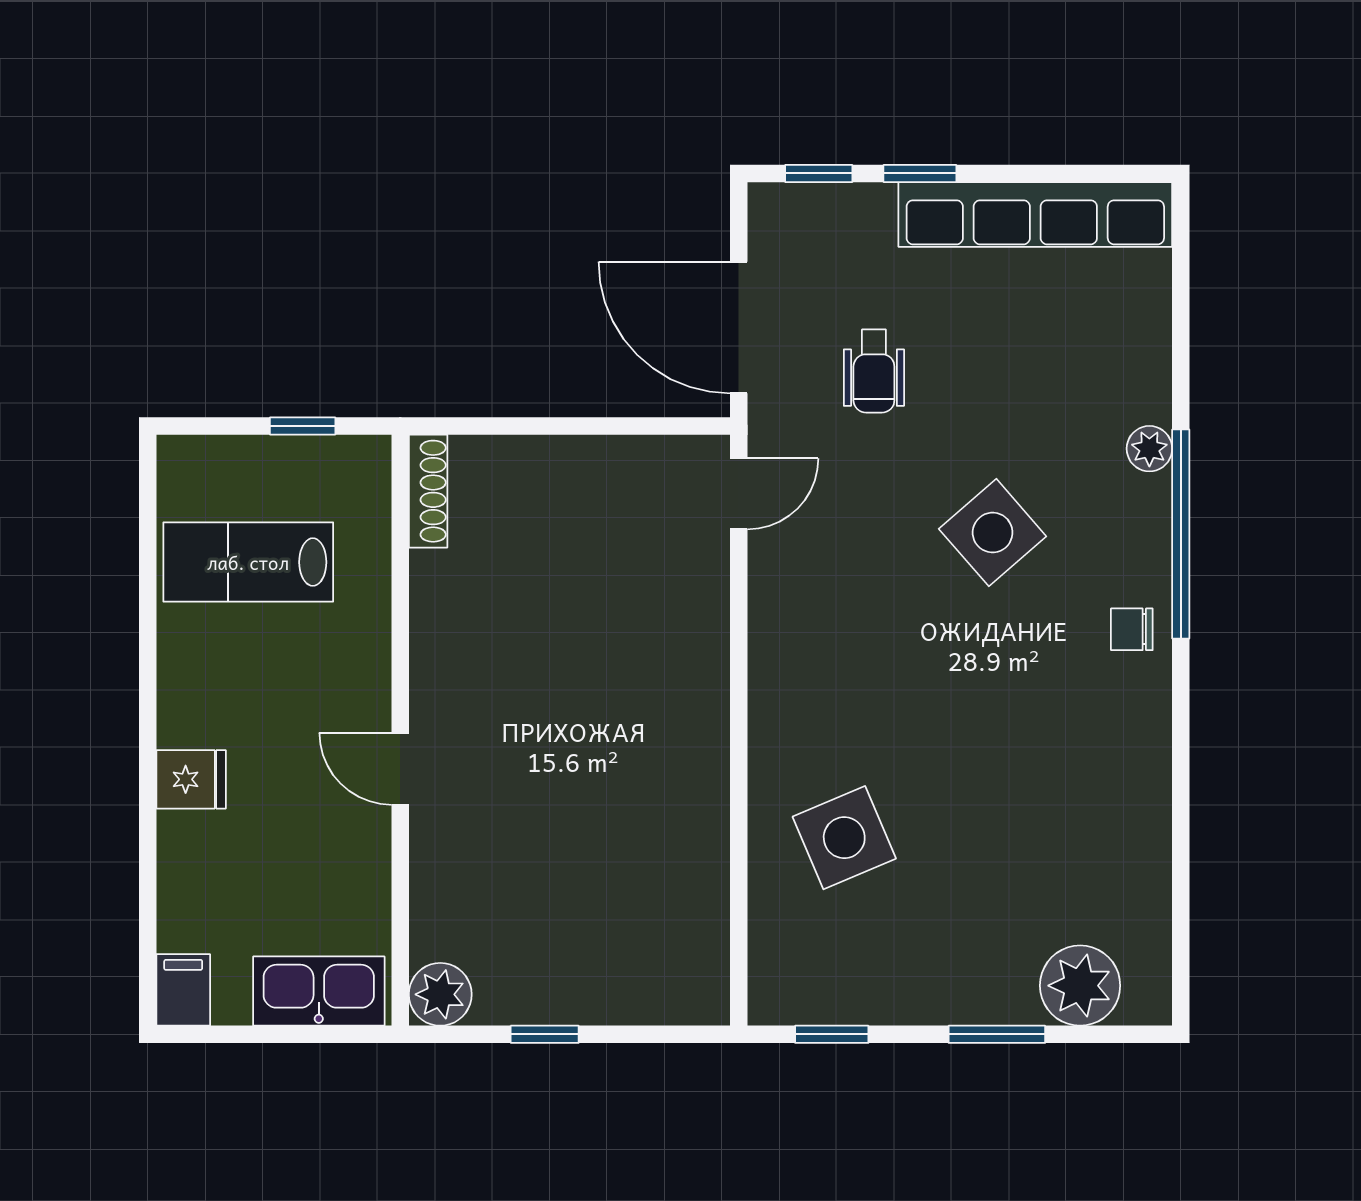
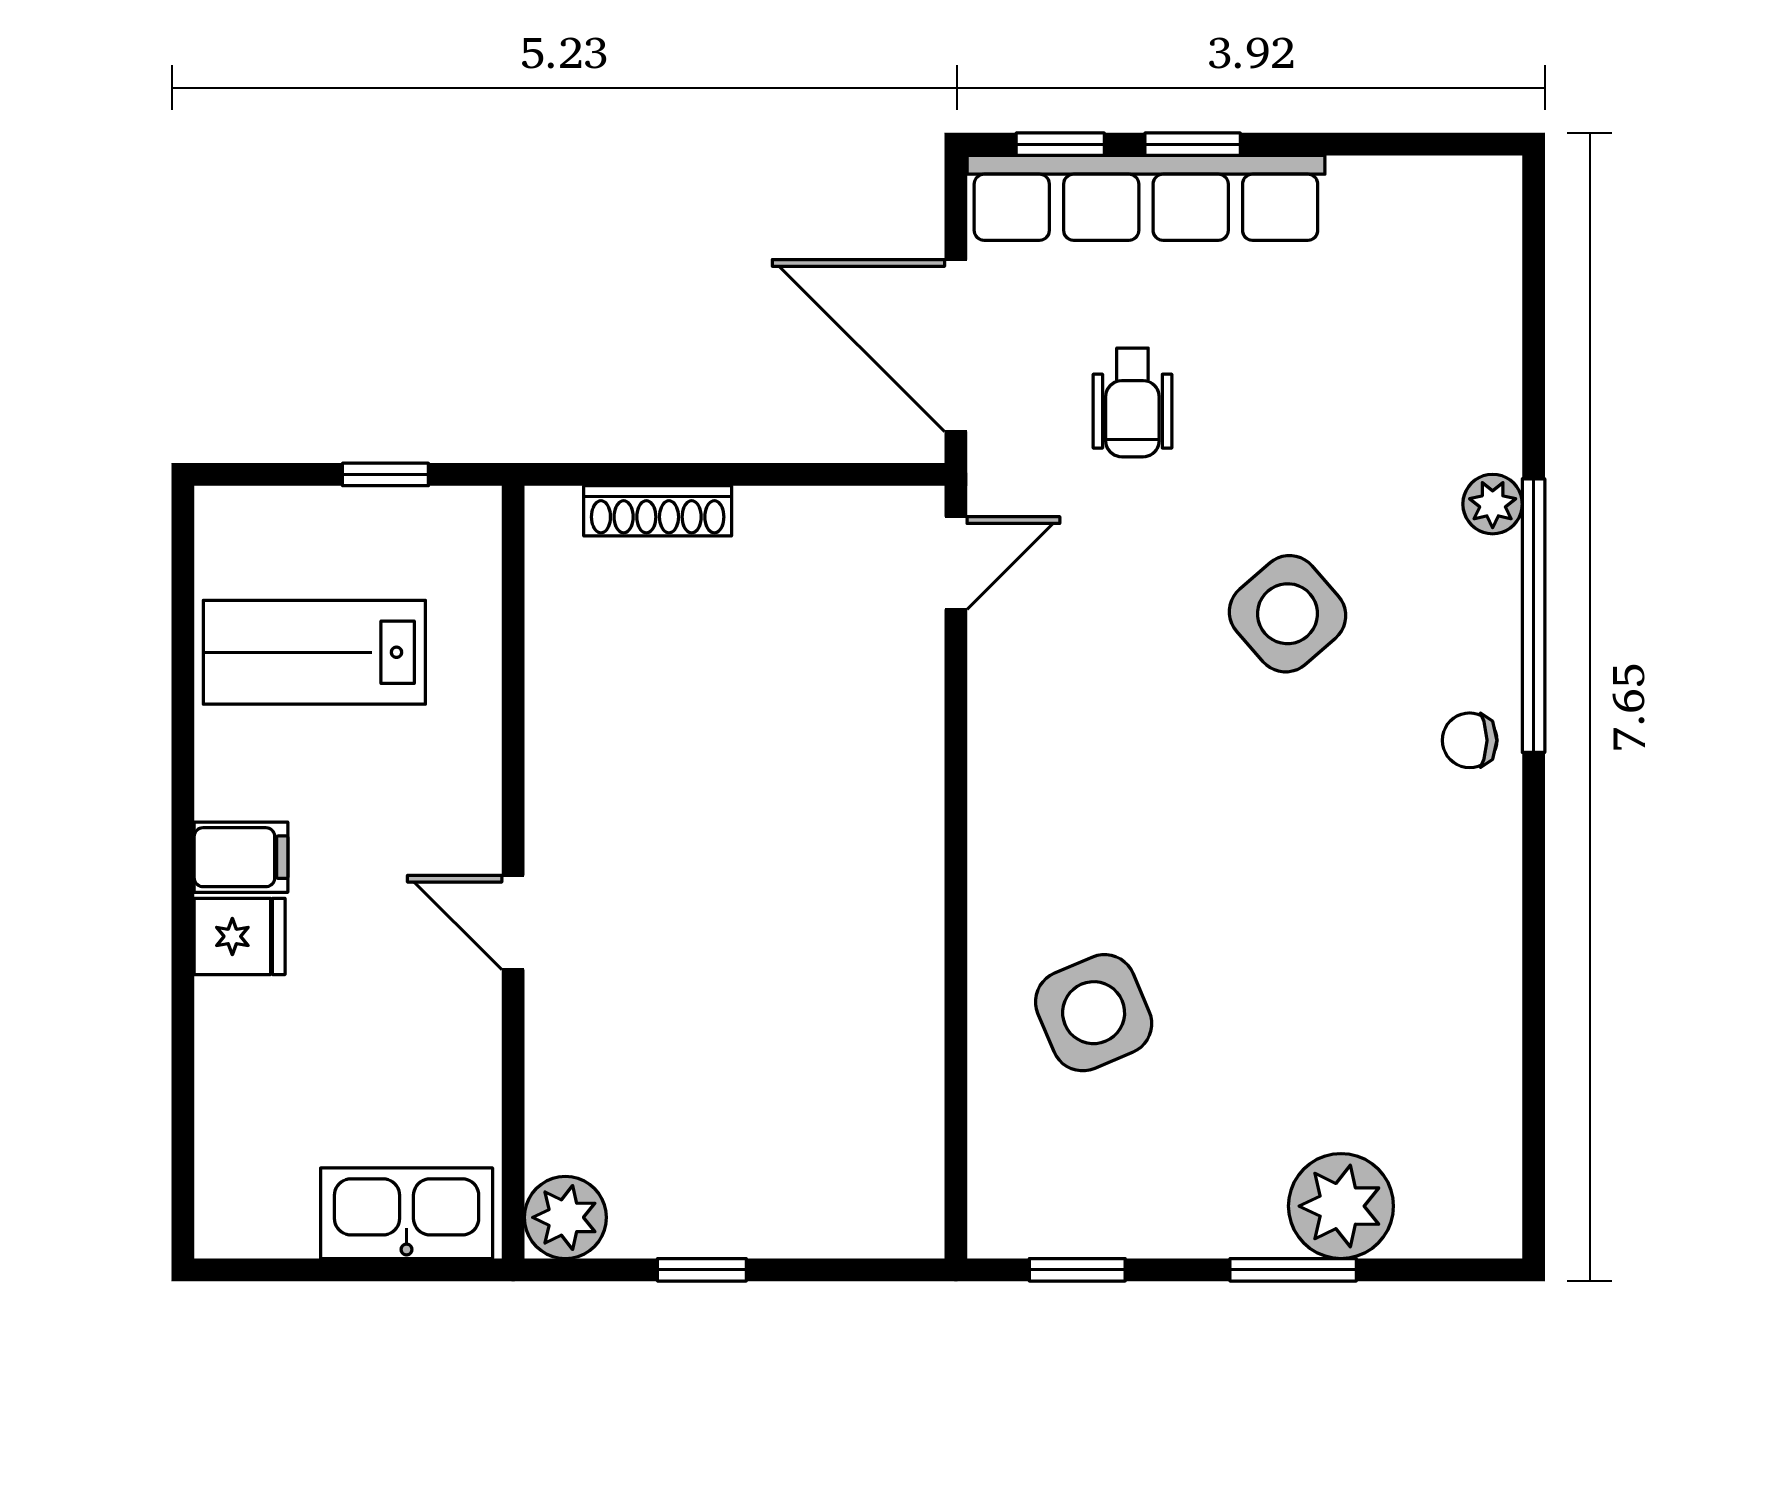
row of seats: (1035, 215) -> (1146, 198), moved
shoe rack: (428, 491) -> (658, 511), moved, turned 90
plant: (1080, 986) -> (1341, 1206), moved
filing cabinet: (183, 990) -> (241, 857), moved, turned 90

